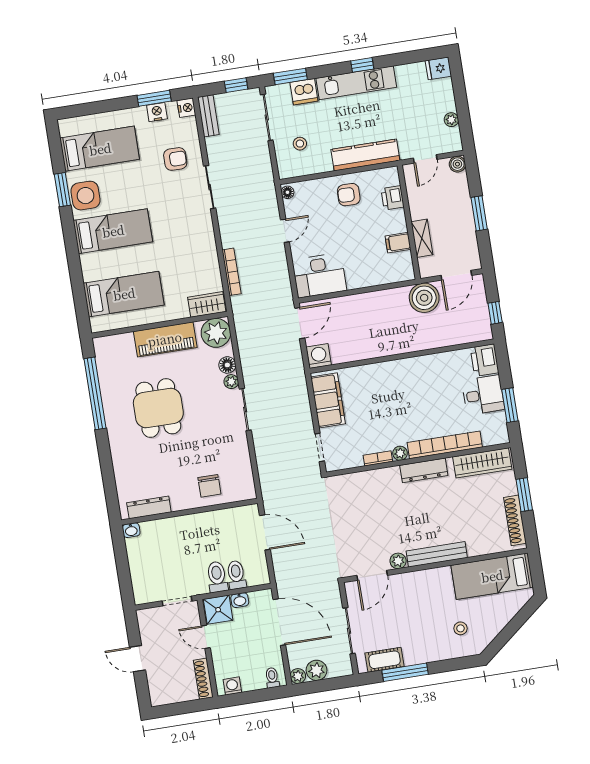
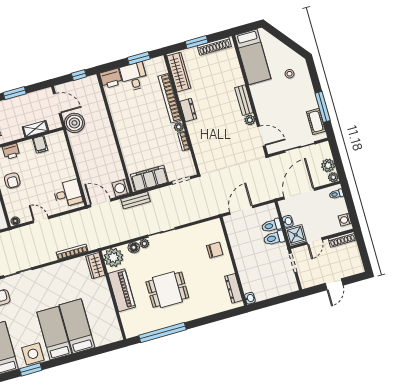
desk: (320, 275) -> (68, 194), width x0.73
bed: (124, 294) -> (77, 326), moved
bench: (298, 376) -> (136, 200), added
dresser: (424, 470) -> (188, 110), width x0.70
bench: (437, 554) -> (244, 100), width x0.73

